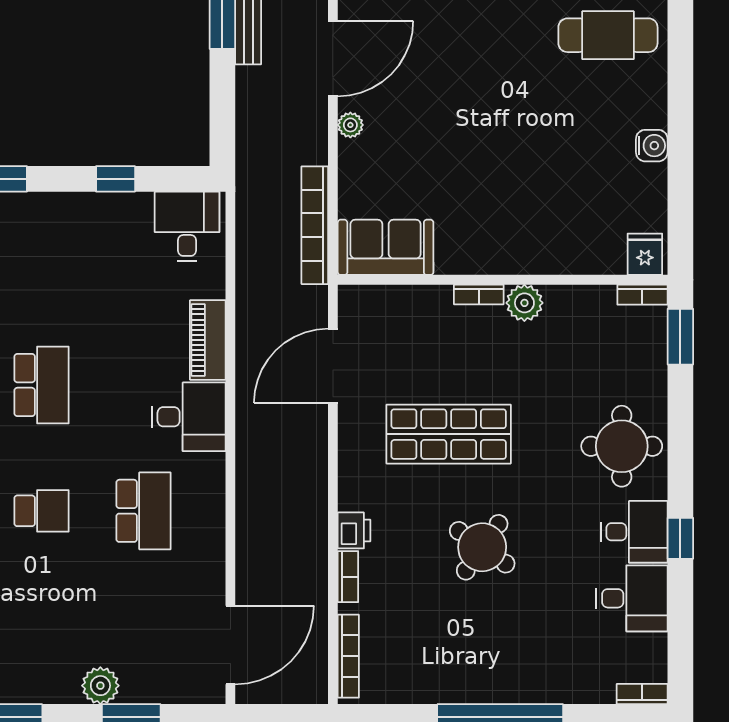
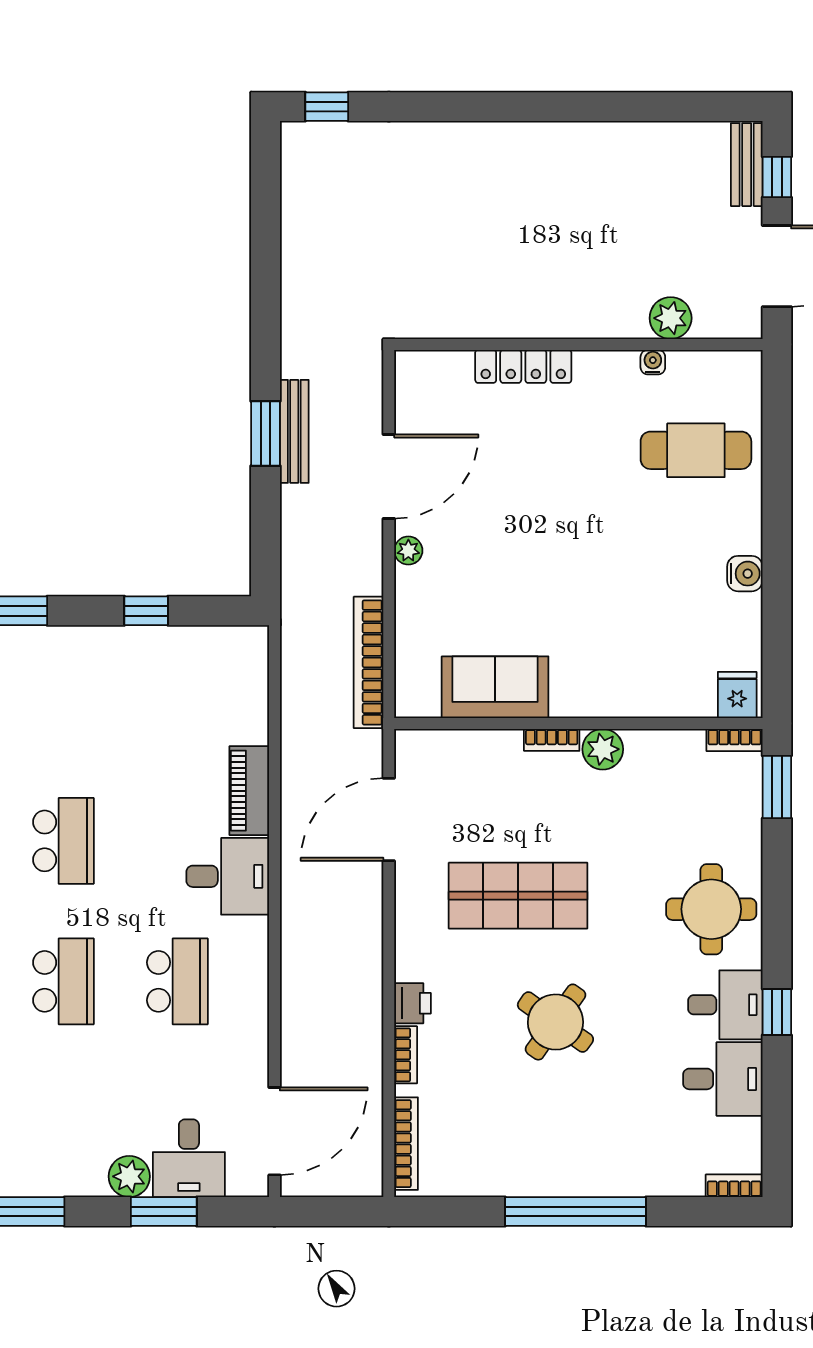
desk: (187, 227) -> (189, 1158), moved, turned 180
sofa: (386, 247) -> (495, 687), moved
school desk: (41, 511) -> (63, 981), width x1.85

